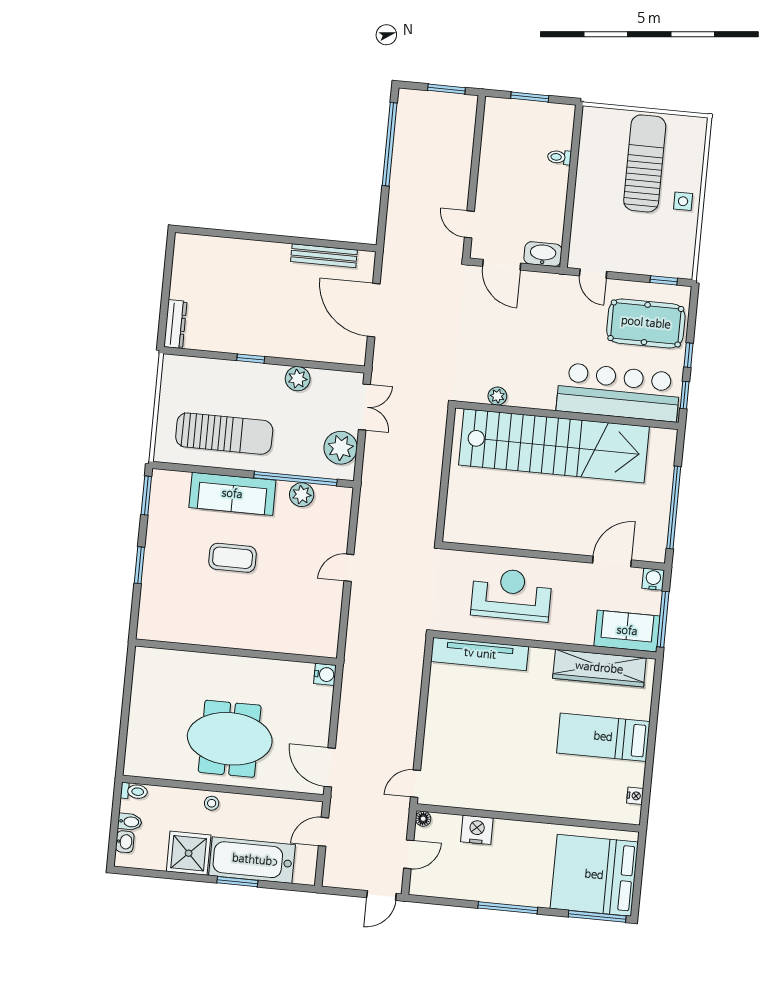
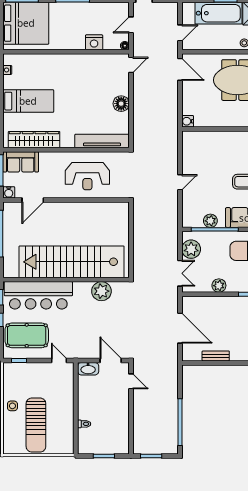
bench: (324, 256) -> (216, 356), width x0.73
plant: (497, 396) -> (101, 291), width x1.88, depth x1.88
double door: (364, 407) -> (180, 273), swing flipped
floor lamp: (439, 717) -> (121, 104), added

